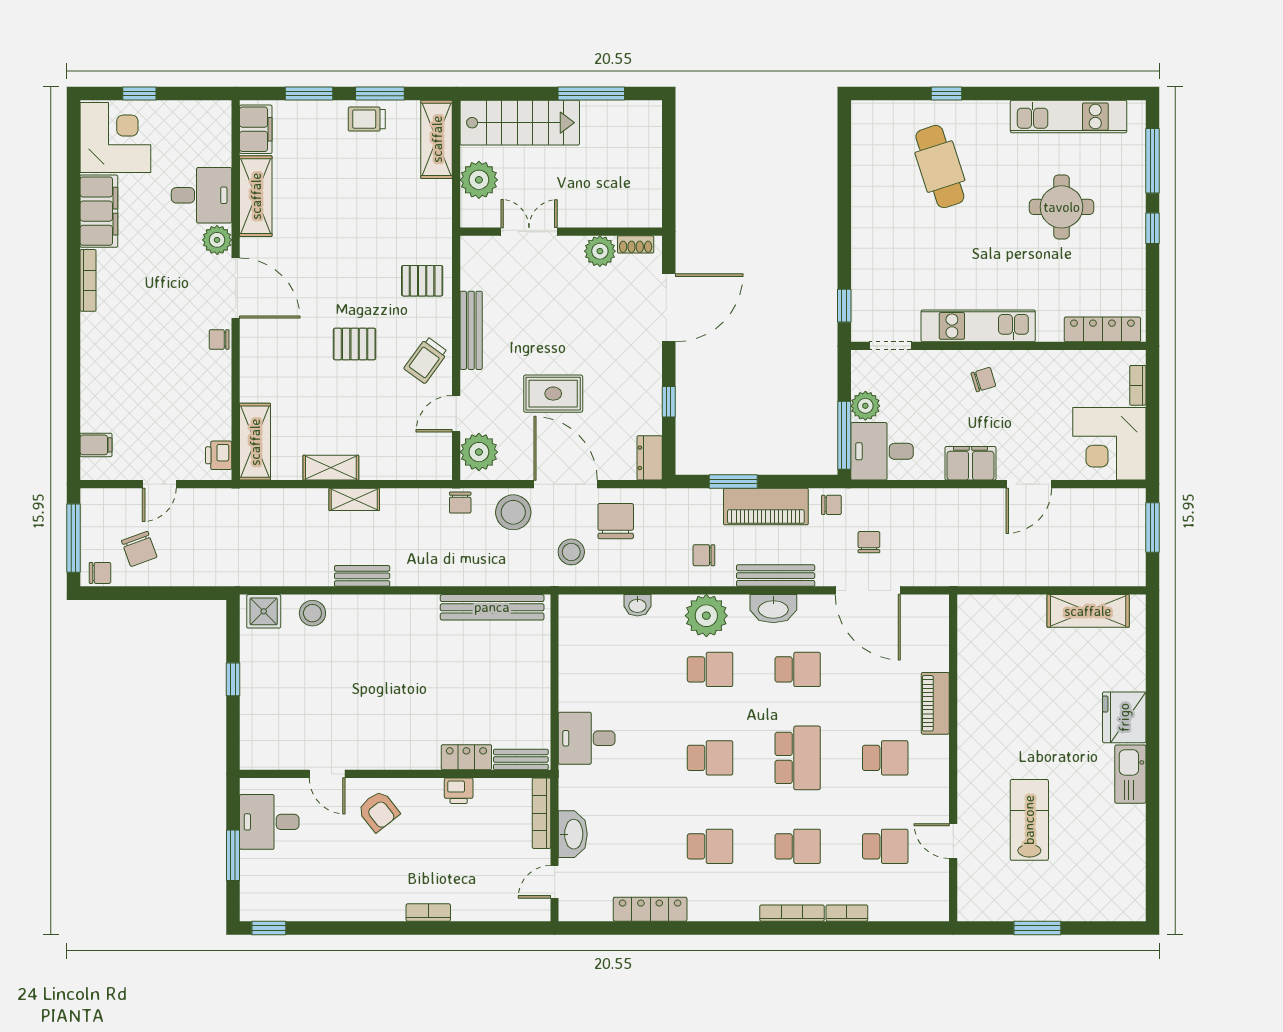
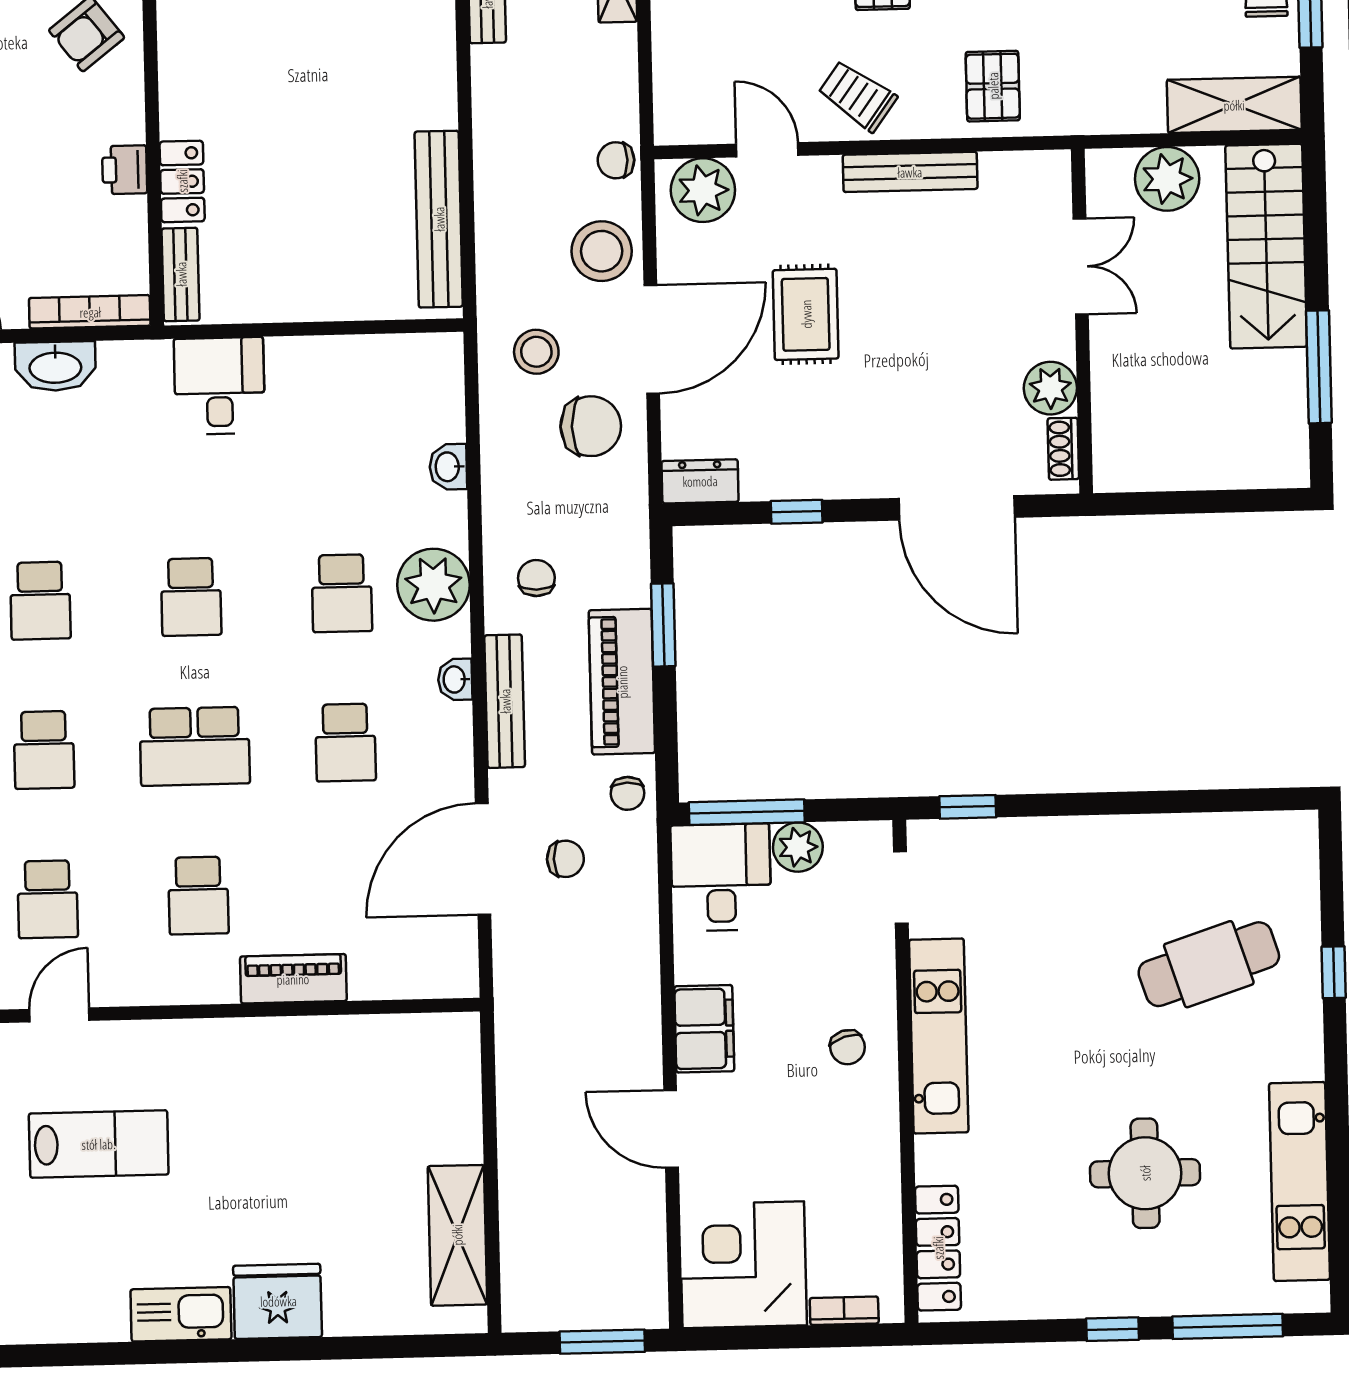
washbasin: (773, 609) -> (455, 679), width x0.52, depth x0.69

